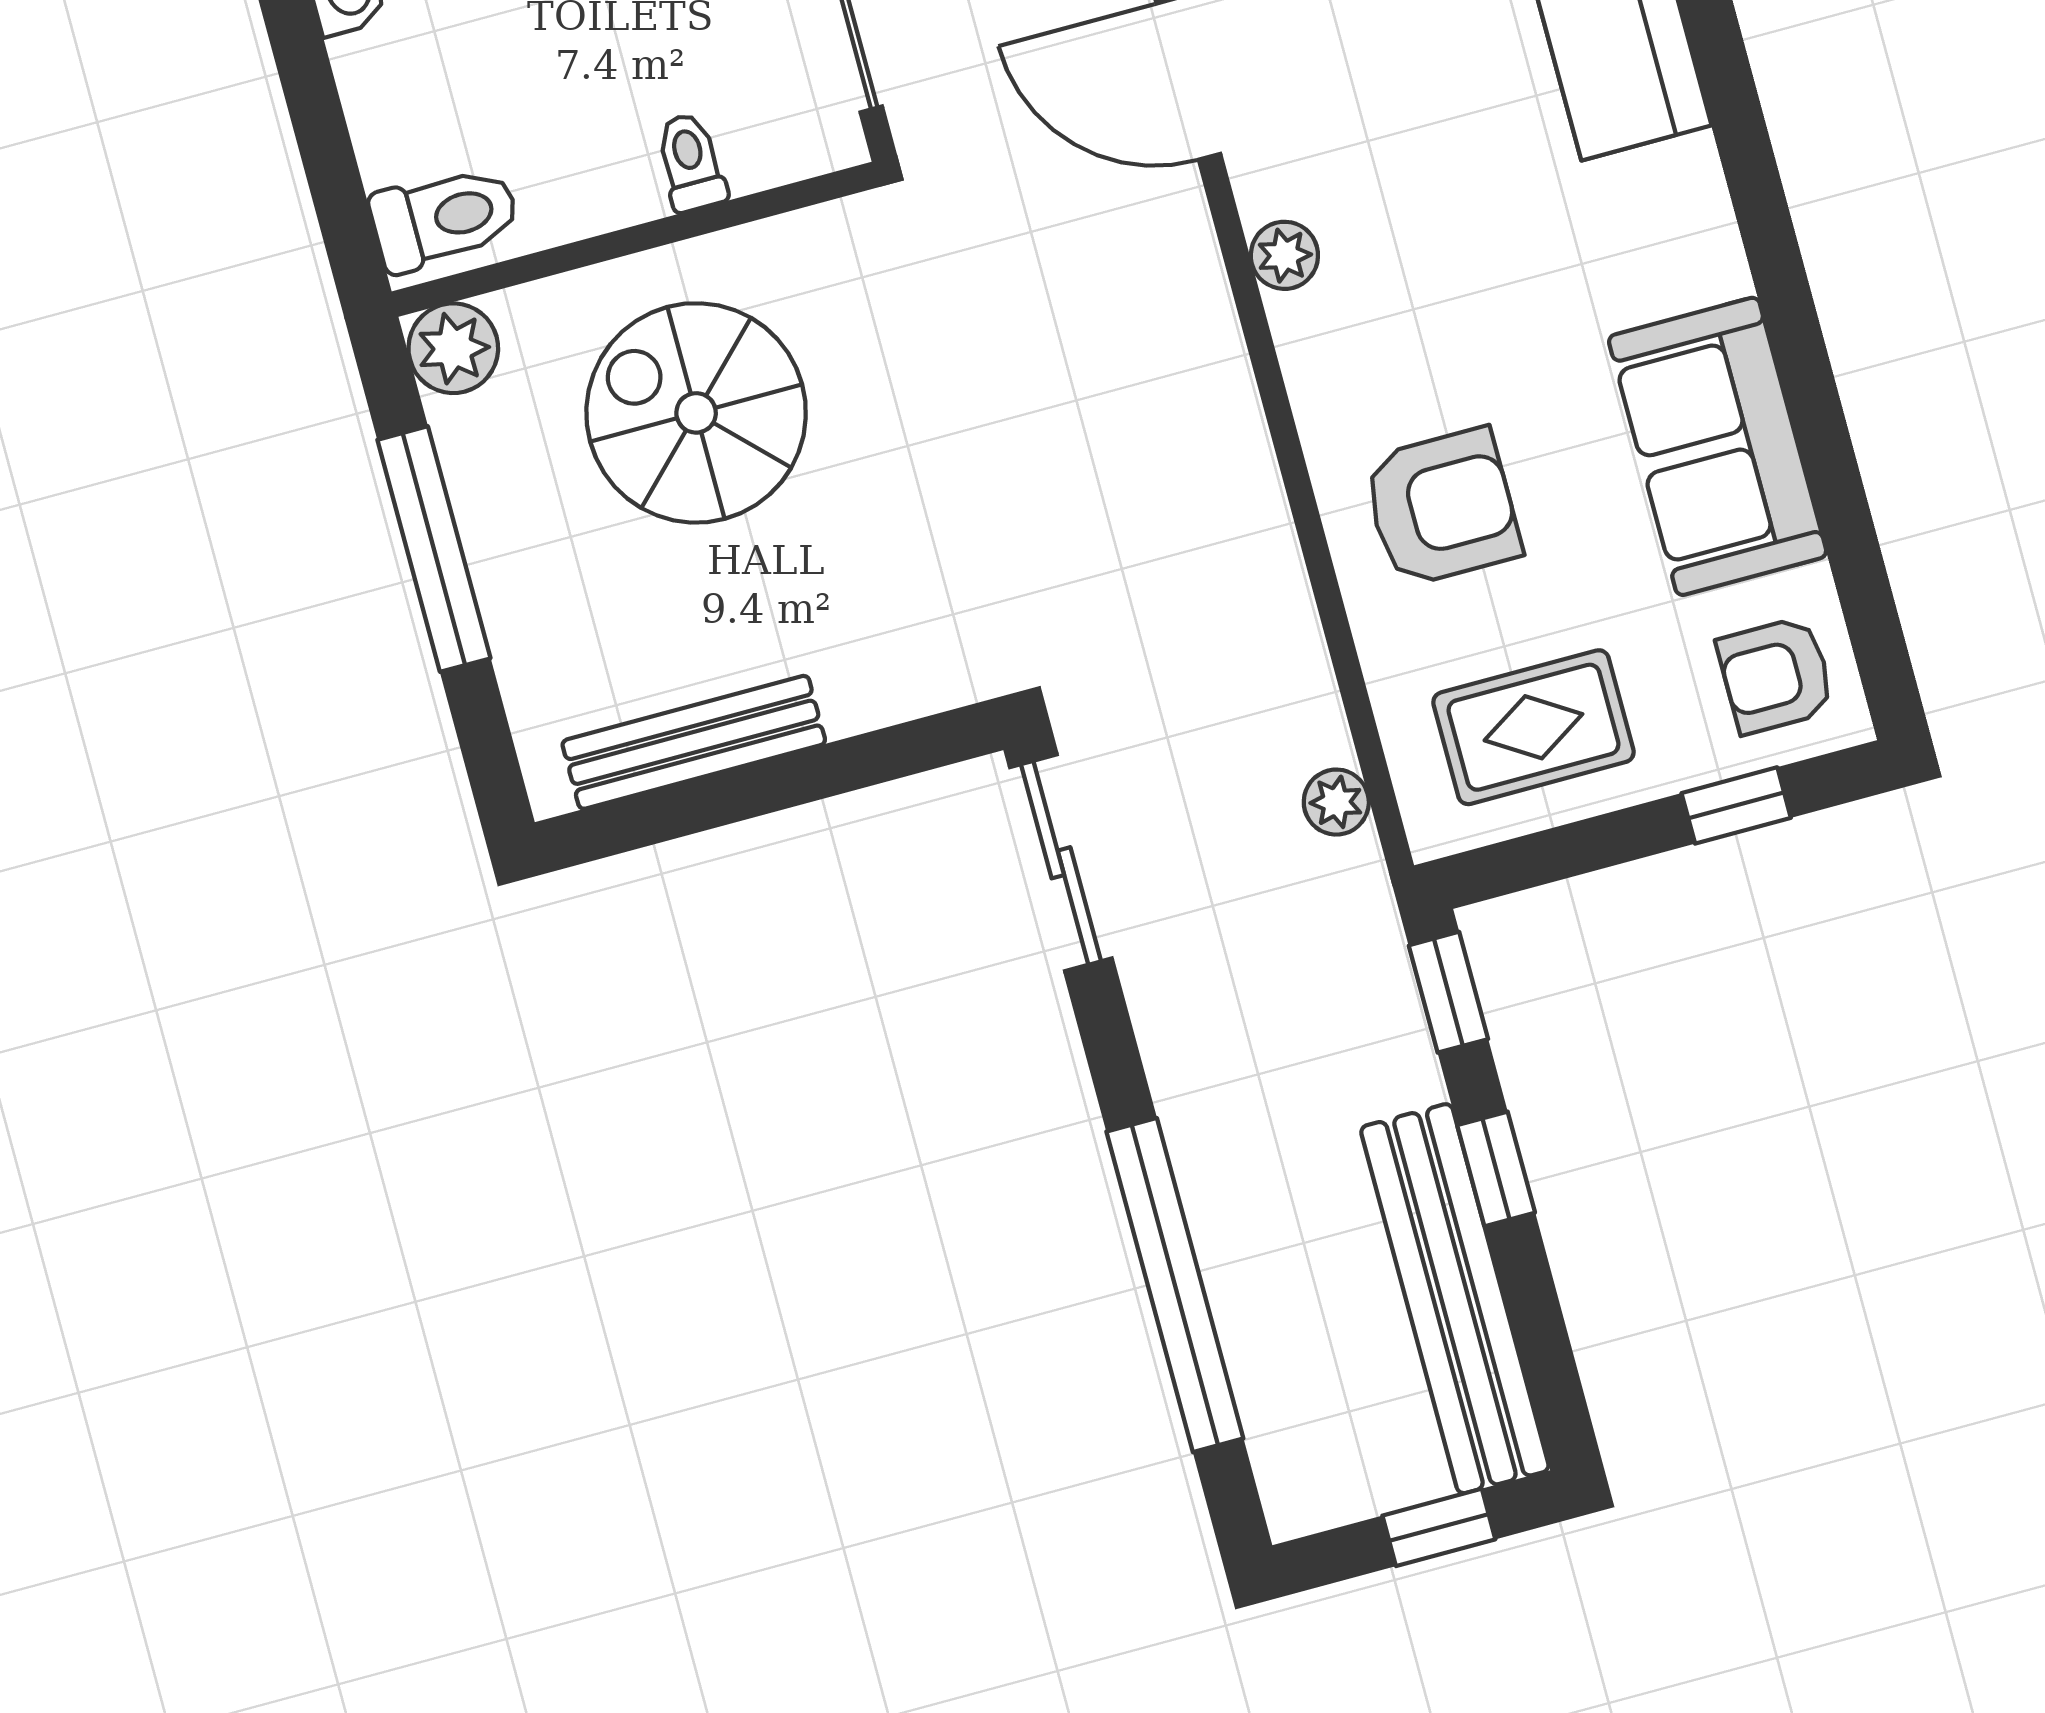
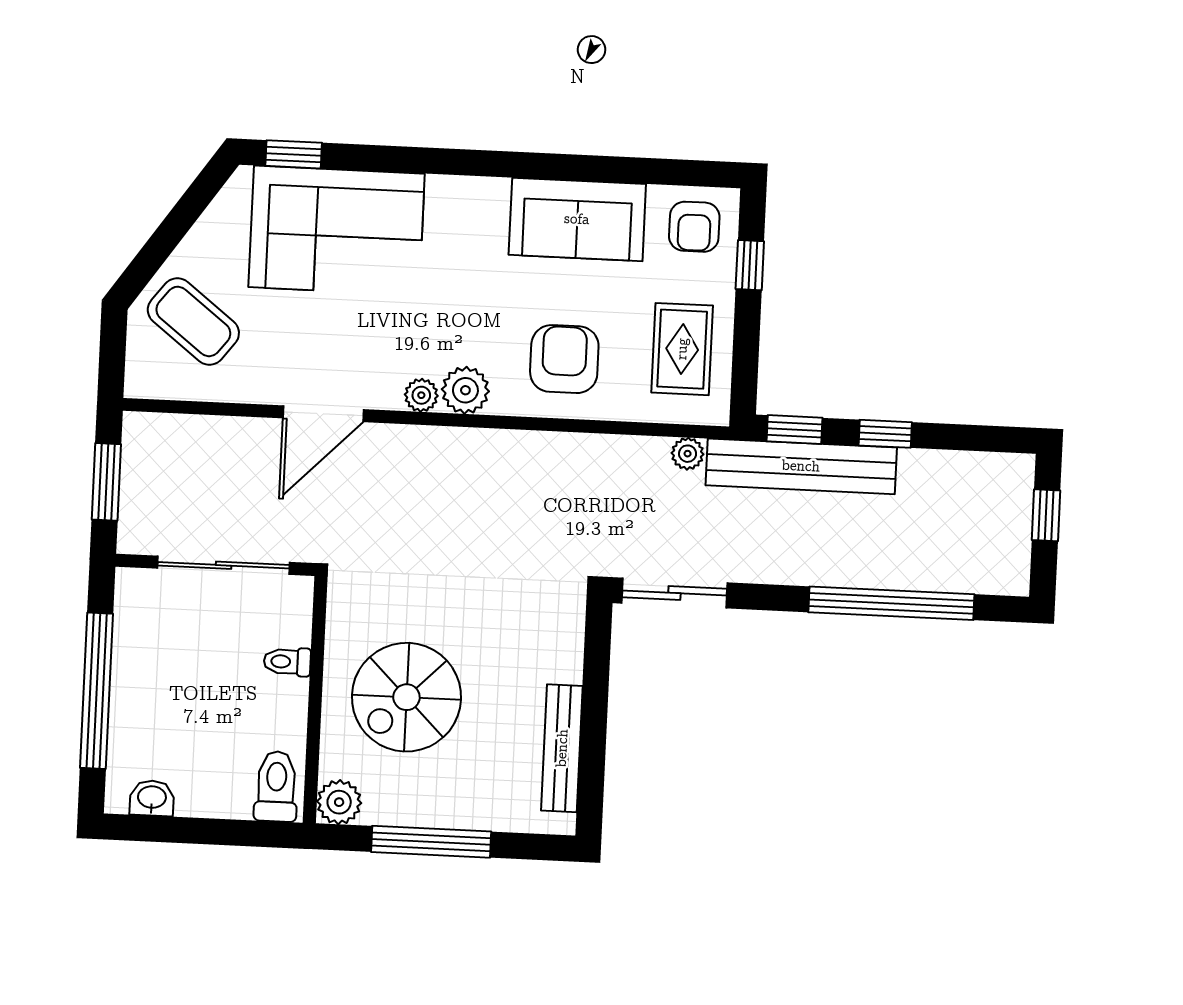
plant: (1321, 337) -> (465, 390), added
bench: (1455, 1299) -> (801, 466), moved

